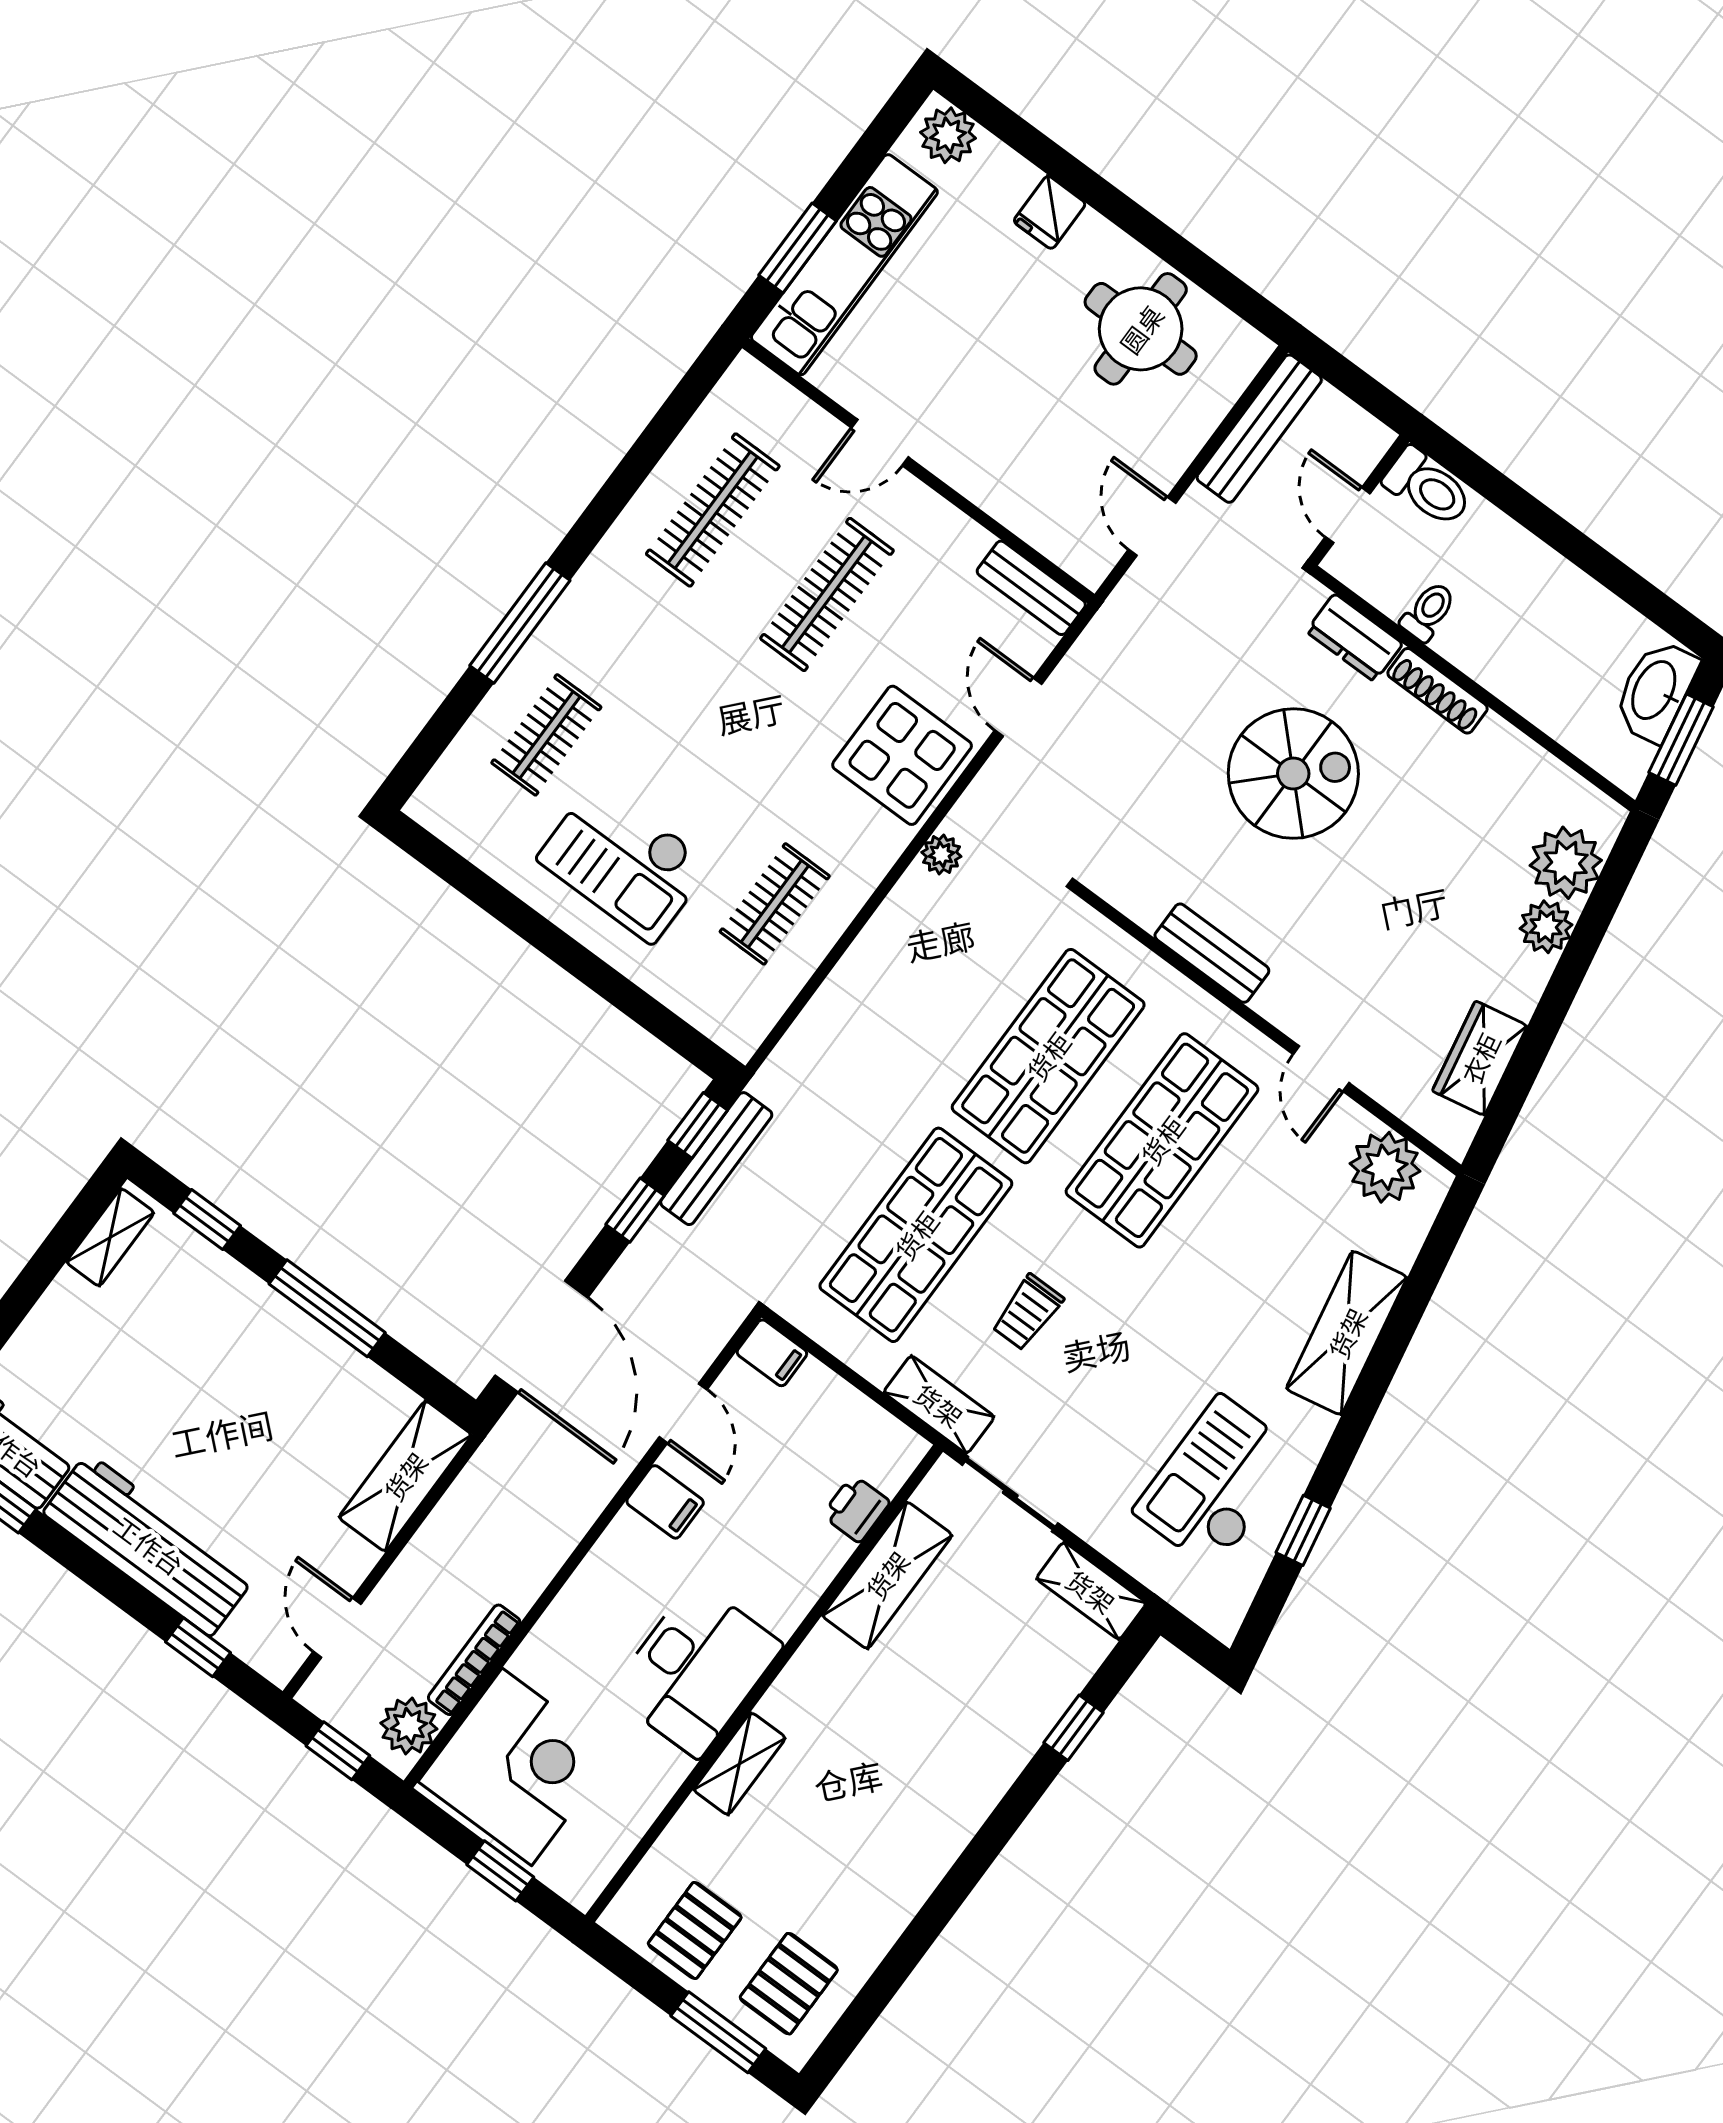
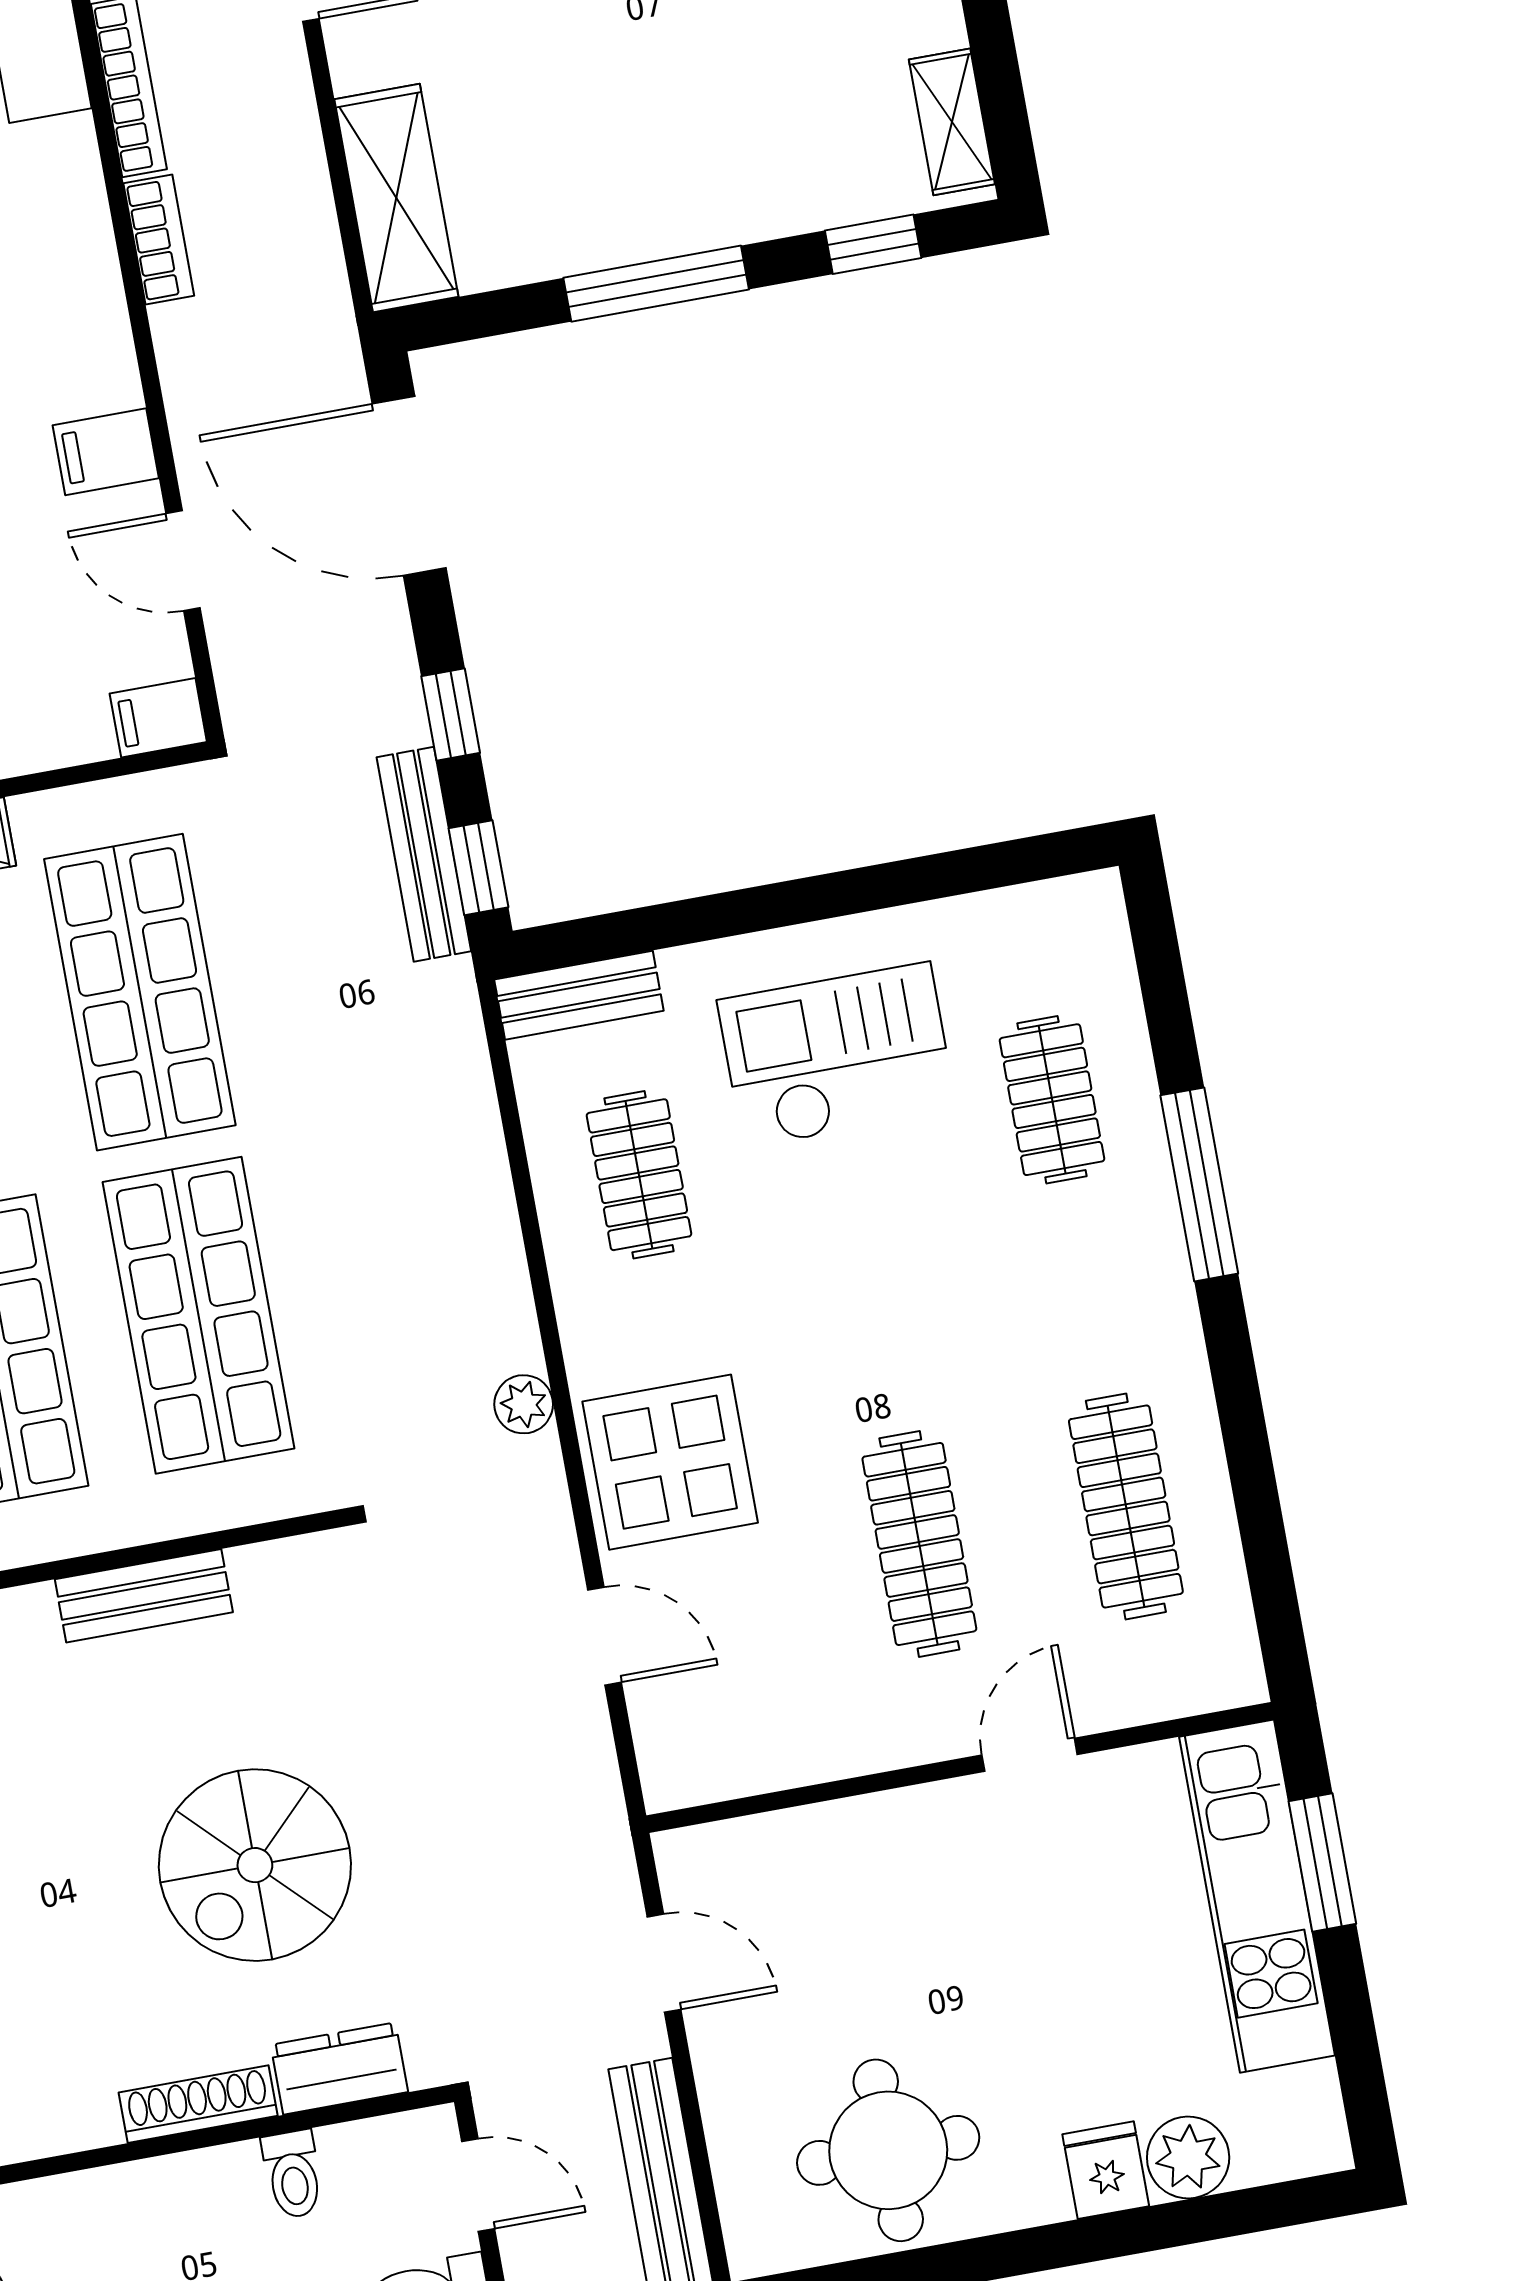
plant: (948, 135) -> (1188, 2157), moved
bench: (1031, 588) -> (579, 995), moved
bookcase: (536, 1574) -> (159, 240), added

